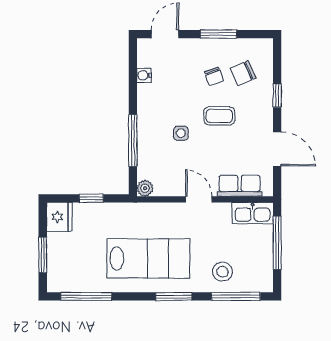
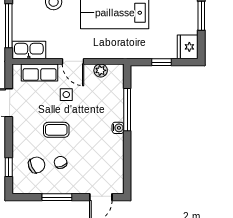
water cooler: (144, 75) -> (118, 128), moved
window: (277, 96) -> (9, 167), moved
side table: (181, 133) -> (66, 95), moved
plant: (145, 188) -> (101, 70), moved

